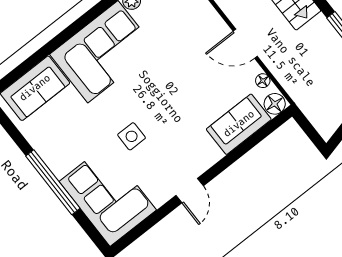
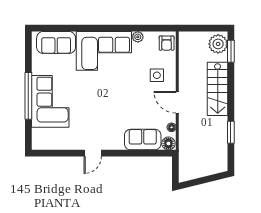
side table: (132, 136) -> (157, 75), moved
corner sofa: (108, 196) -> (50, 101), moved

